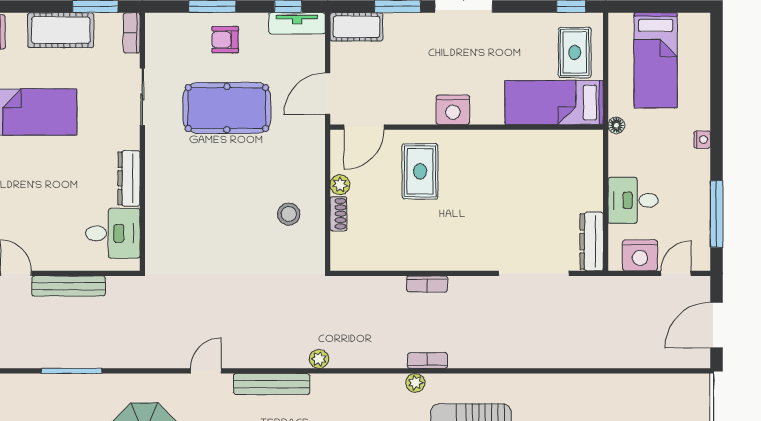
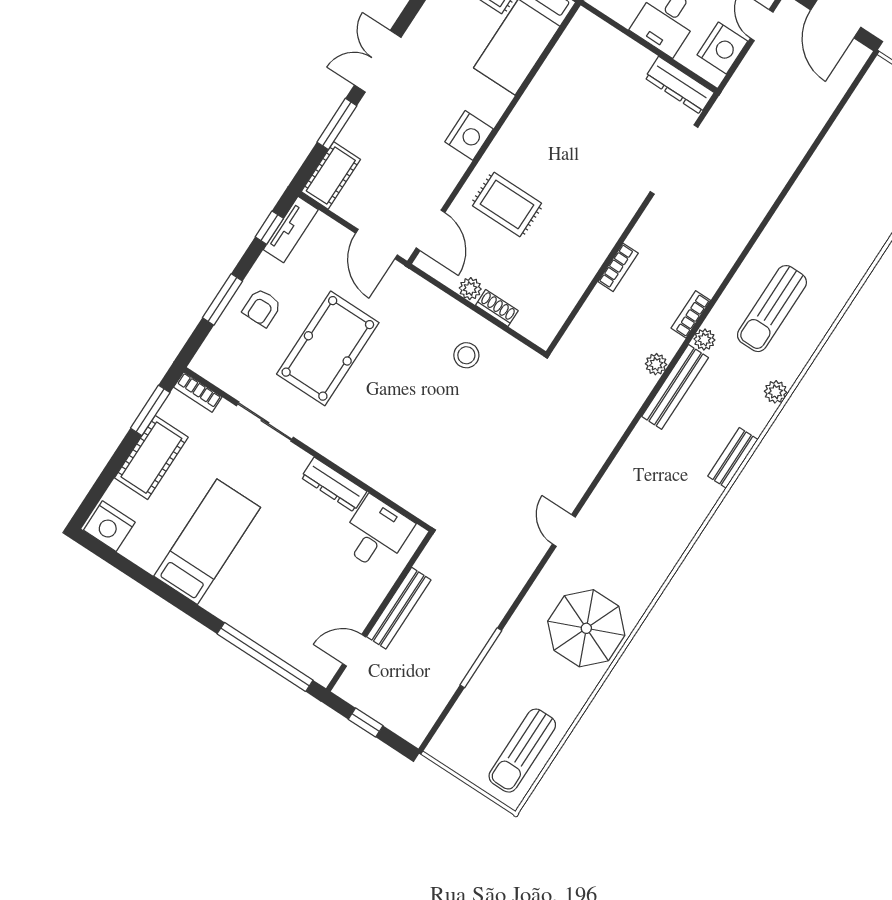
plant: (319, 359) -> (656, 364), moved
bench: (272, 384) -> (675, 387), moved

